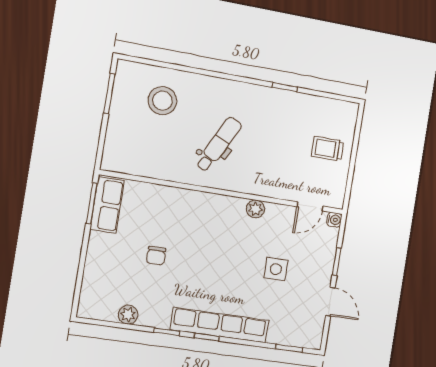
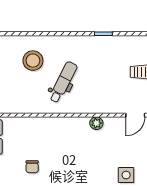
stool: (162, 101) -> (33, 61), moved
side table: (276, 269) -> (126, 175), moved

